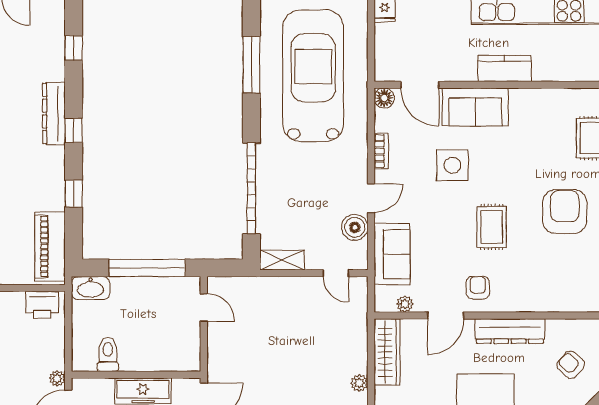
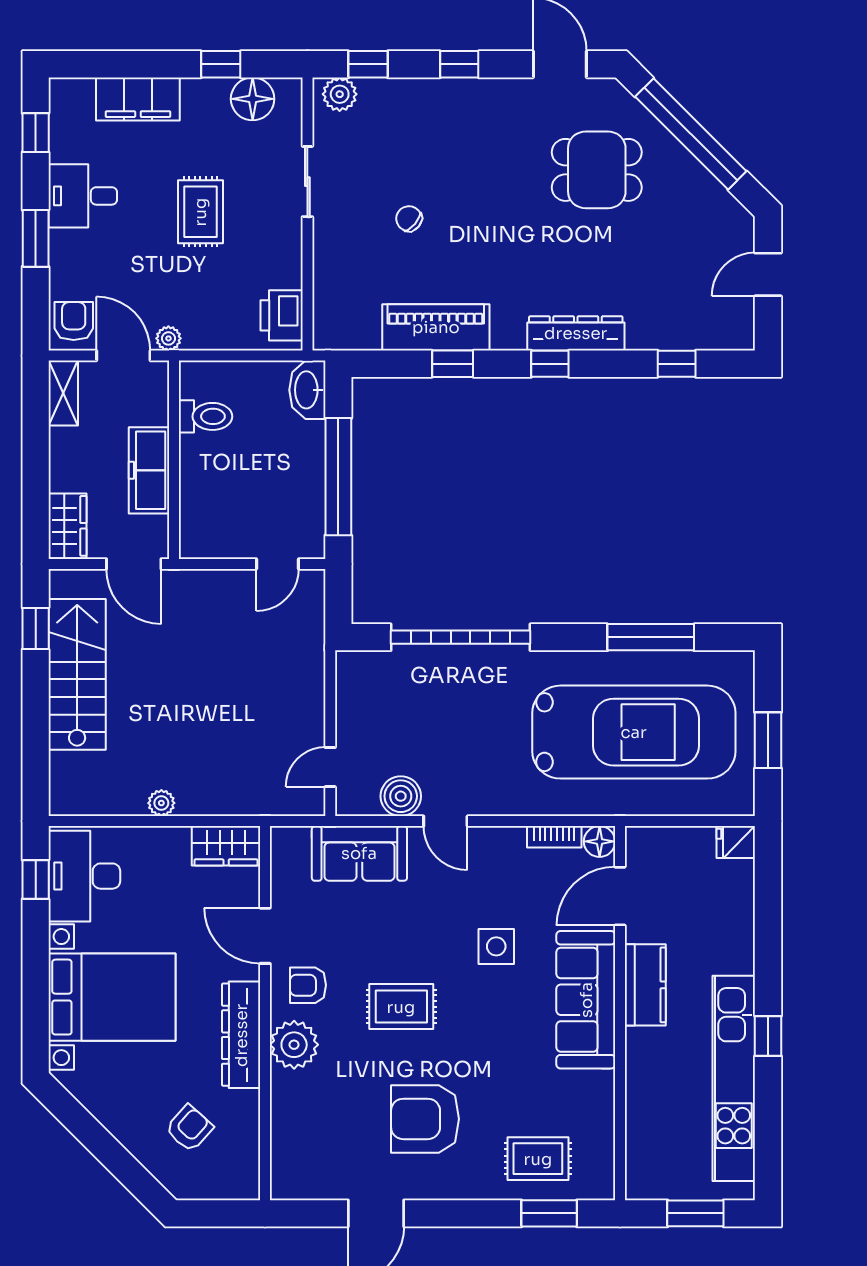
kitchen counter: (505, 68) -> (645, 985), moved
sofa: (475, 107) -> (586, 1000), width x1.36
bookcase: (381, 151) -> (554, 837), moved
side table: (452, 165) -> (496, 946), width x0.73, depth x0.73
armchair: (565, 212) -> (425, 1119), turned 180
piano: (50, 247) -> (436, 327), moved
shelving: (282, 260) -> (350, 684), removed
armchair: (478, 288) -> (308, 985), turned 180
plant: (405, 304) -> (294, 1045), moved, width x1.88, depth x1.88
wardrobe: (387, 352) -> (226, 846), width x0.67

